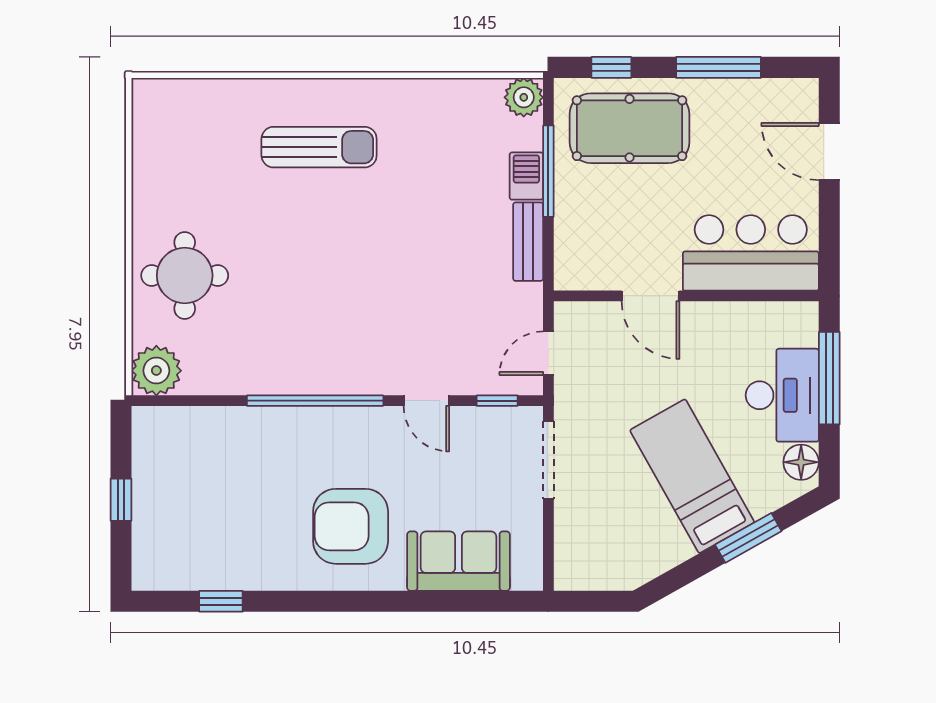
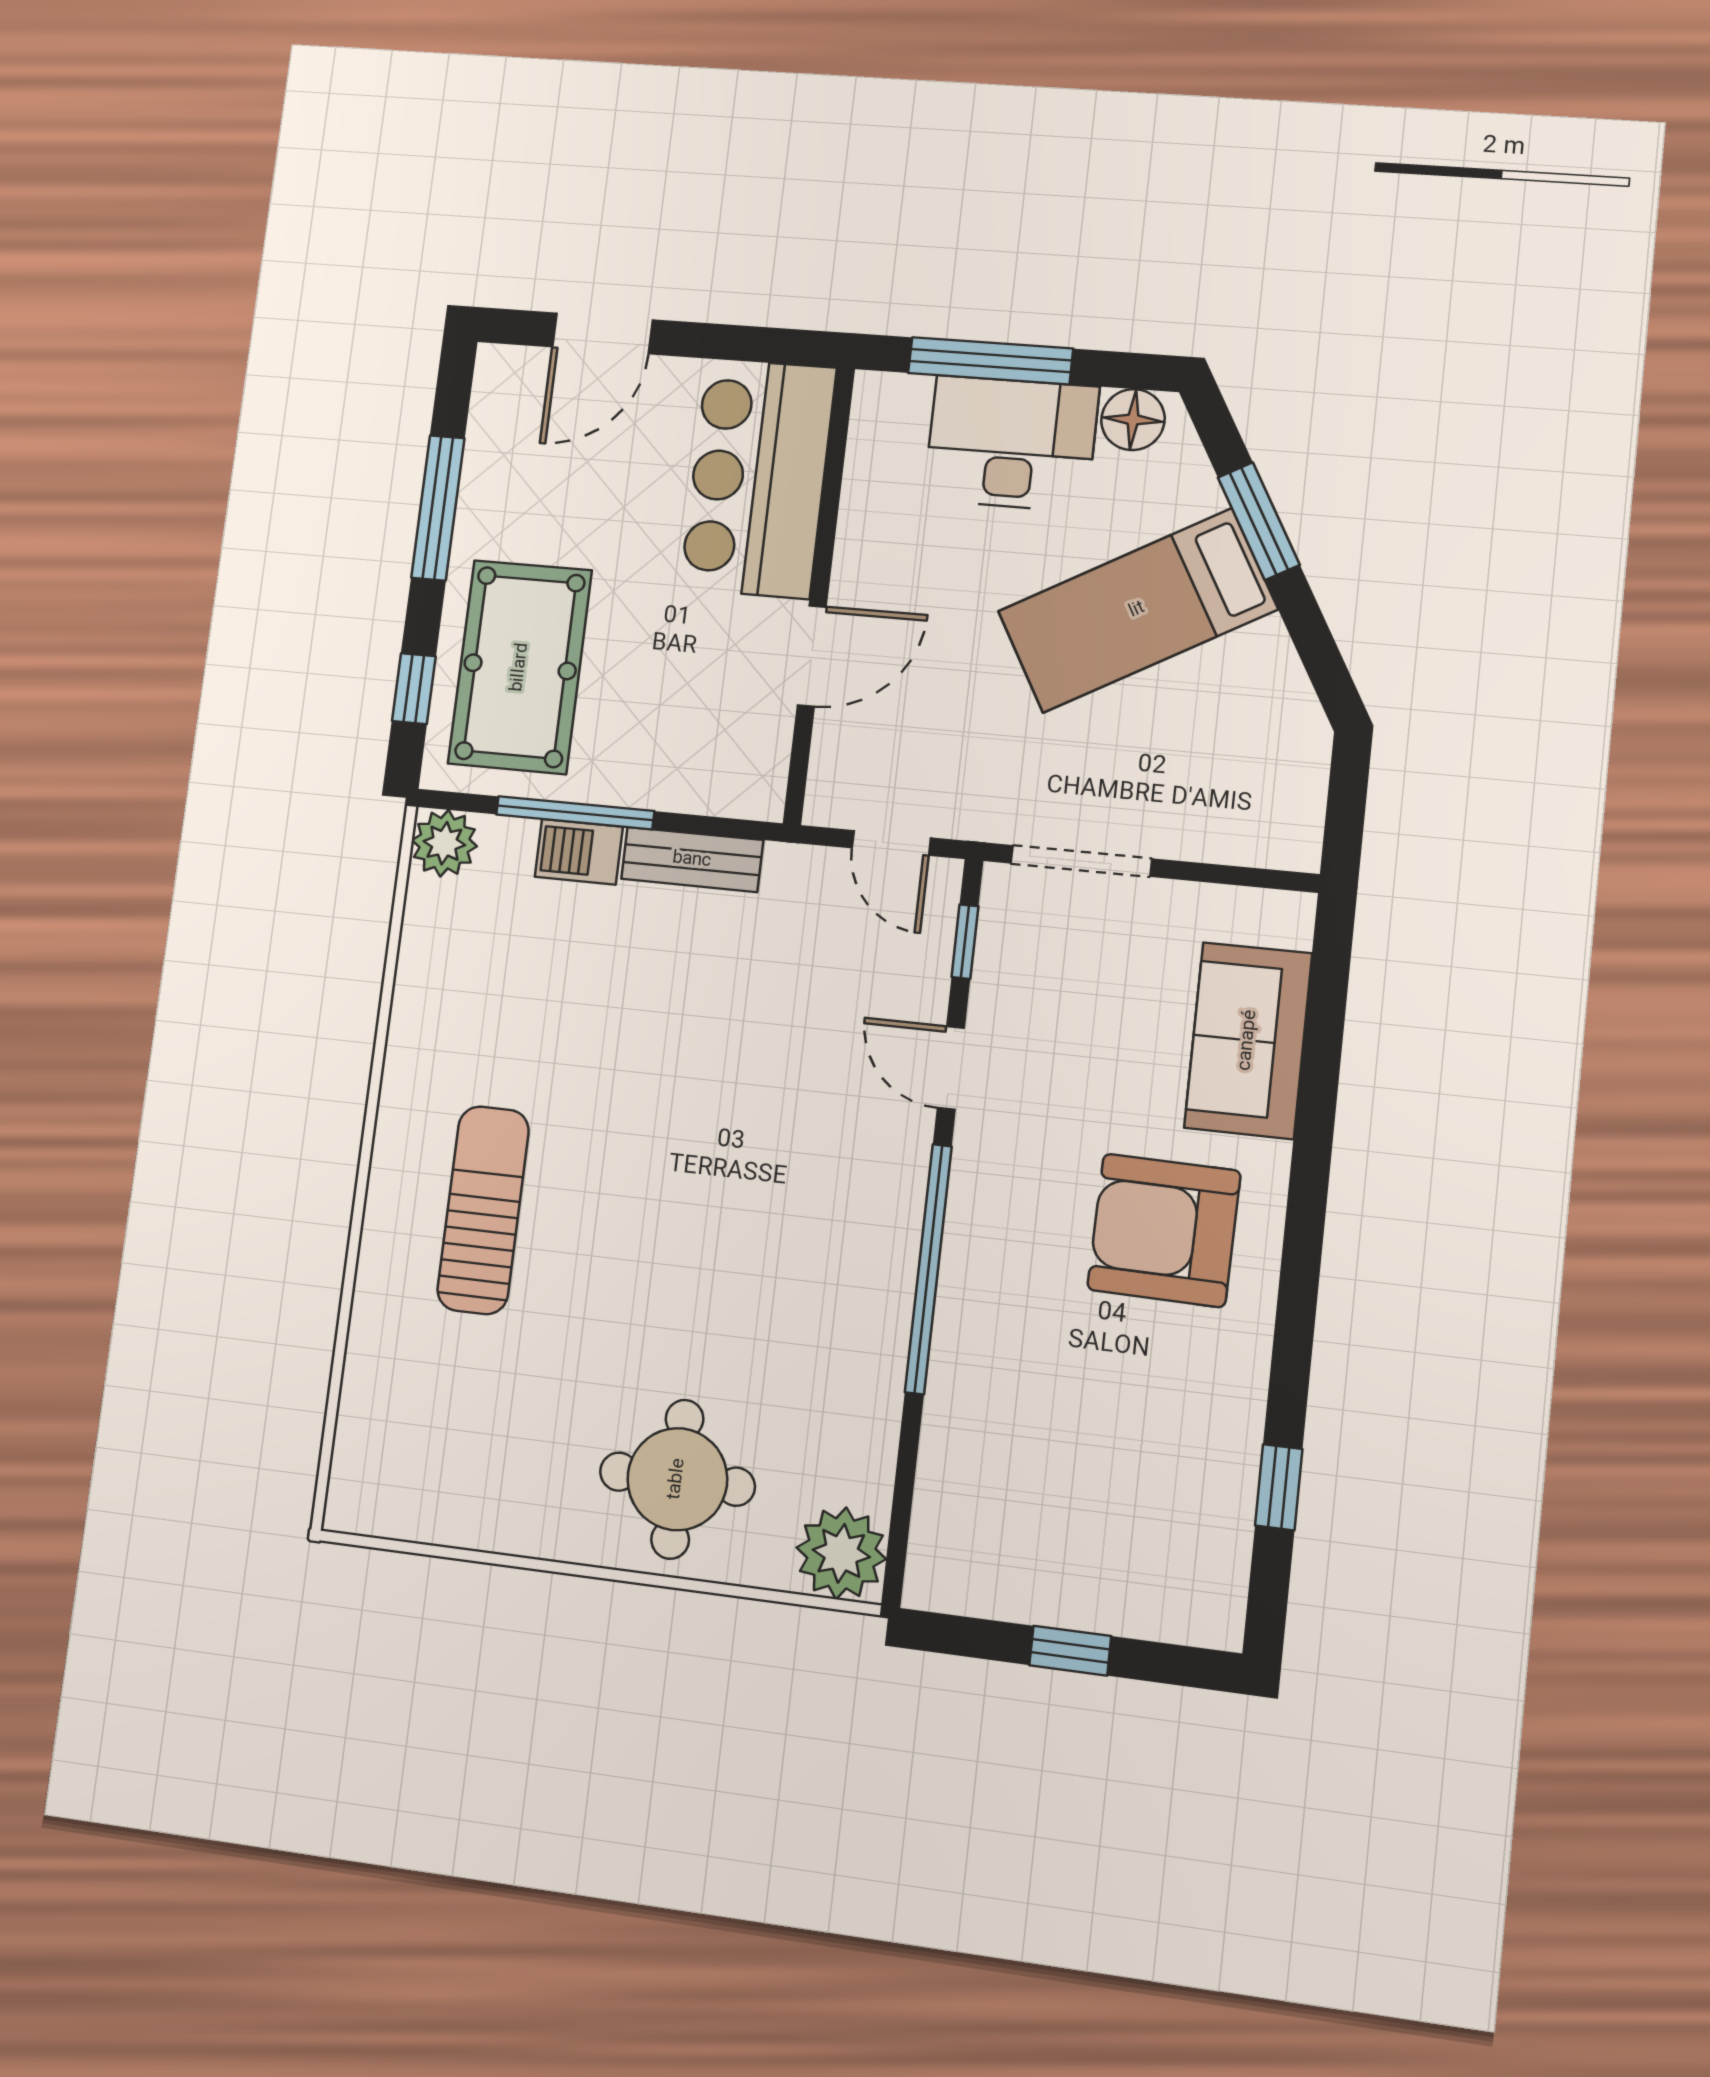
door: (426, 401) -> (951, 1068), swing flipped
armchair: (351, 526) -> (1164, 1230), turned 91

